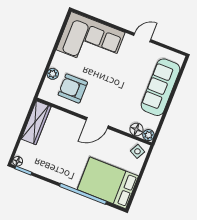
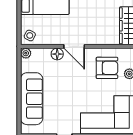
door: (97, 123) -> (74, 46), swing flipped
floor lamp: (136, 129) -> (57, 54), moved

